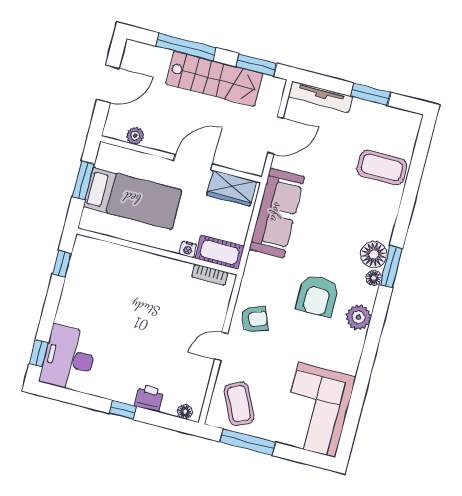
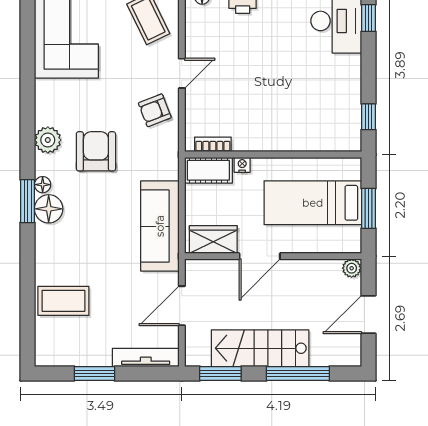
plant: (135, 136) -> (352, 268), moved

